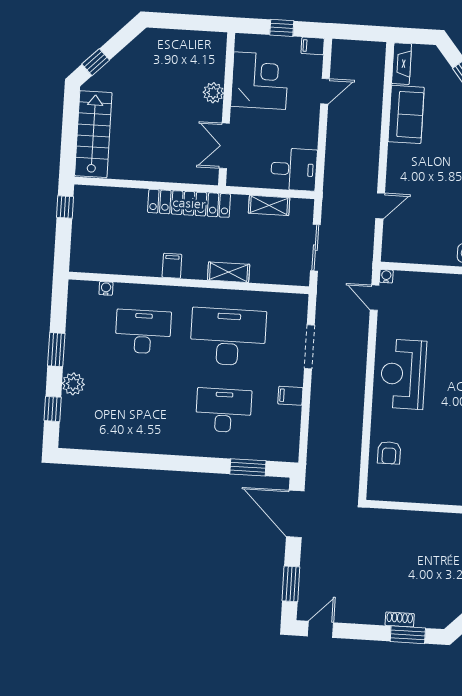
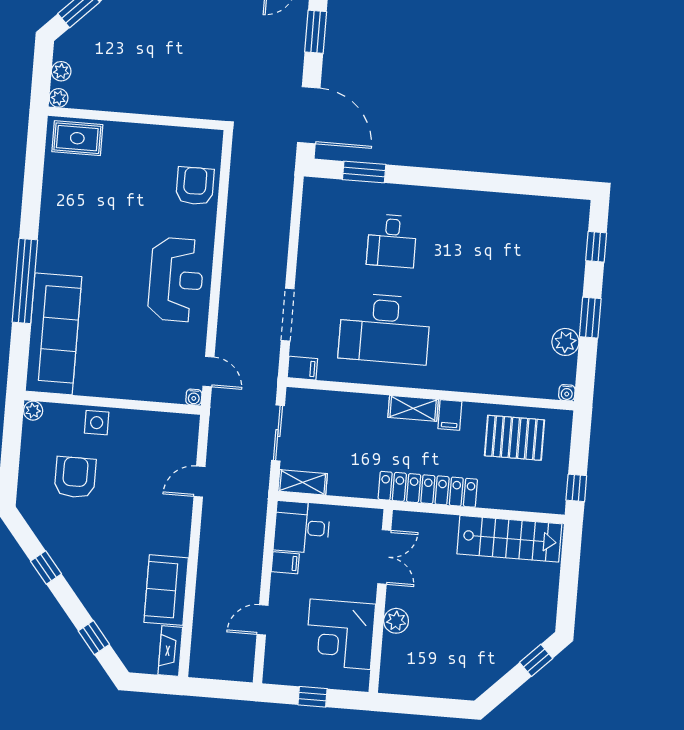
filing cabinet: (313, 46) -> (285, 563), moved
stairs: (93, 134) -> (509, 539), moved, turned -90
shelving: (269, 205) -> (303, 482), moved
pallet: (118, 248) -> (514, 438), added
shelving: (229, 272) -> (413, 408), moved
water cooler: (106, 288) -> (567, 393), moved
desk: (143, 332) -> (486, 337), removed
plant: (73, 384) -> (565, 342), moved
filing cabinet: (290, 396) -> (302, 368), moved
desk: (224, 410) -> (392, 241), width x0.73
armchair: (389, 453) -> (195, 186), width x1.38, depth x1.38

